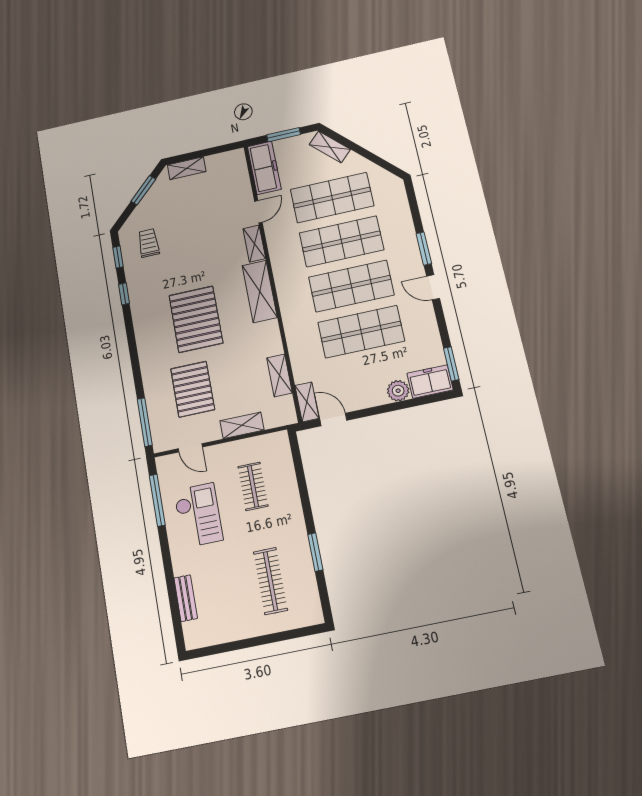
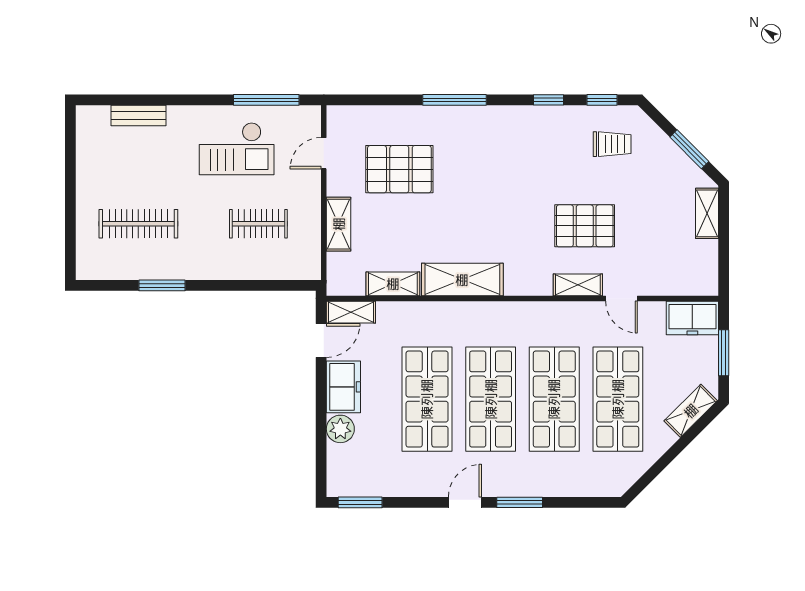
freezer: (264, 168) -> (692, 318), width x0.71
shelving: (260, 291) -> (462, 280), moved
pallet: (196, 319) -> (585, 226), moved, width x0.73, depth x0.71
freezer: (430, 382) -> (343, 387), moved
window: (145, 422) -> (454, 100), moved

